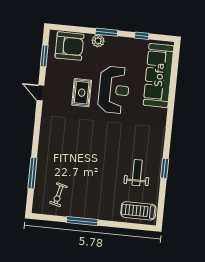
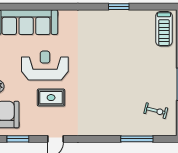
weight bench: (137, 173) -> (126, 34), removed

